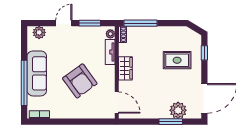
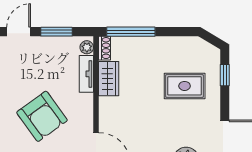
wardrobe: (125, 68) -> (109, 79), moved

